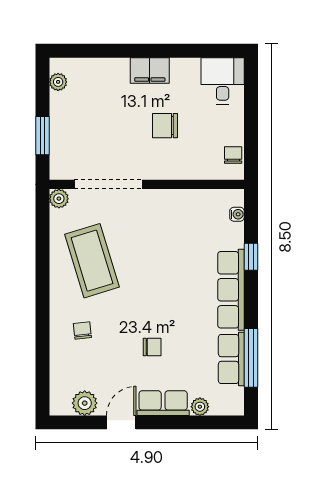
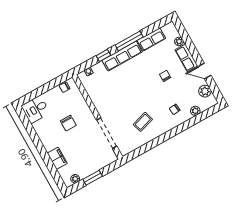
filing cabinet: (150, 70) -> (57, 158), moved
window: (42, 136) -> (93, 178), moved
plant: (59, 199) -> (195, 111), moved
coffee table: (92, 261) -> (143, 122), width x0.54, depth x0.58
window: (251, 358) -> (129, 41), moved

